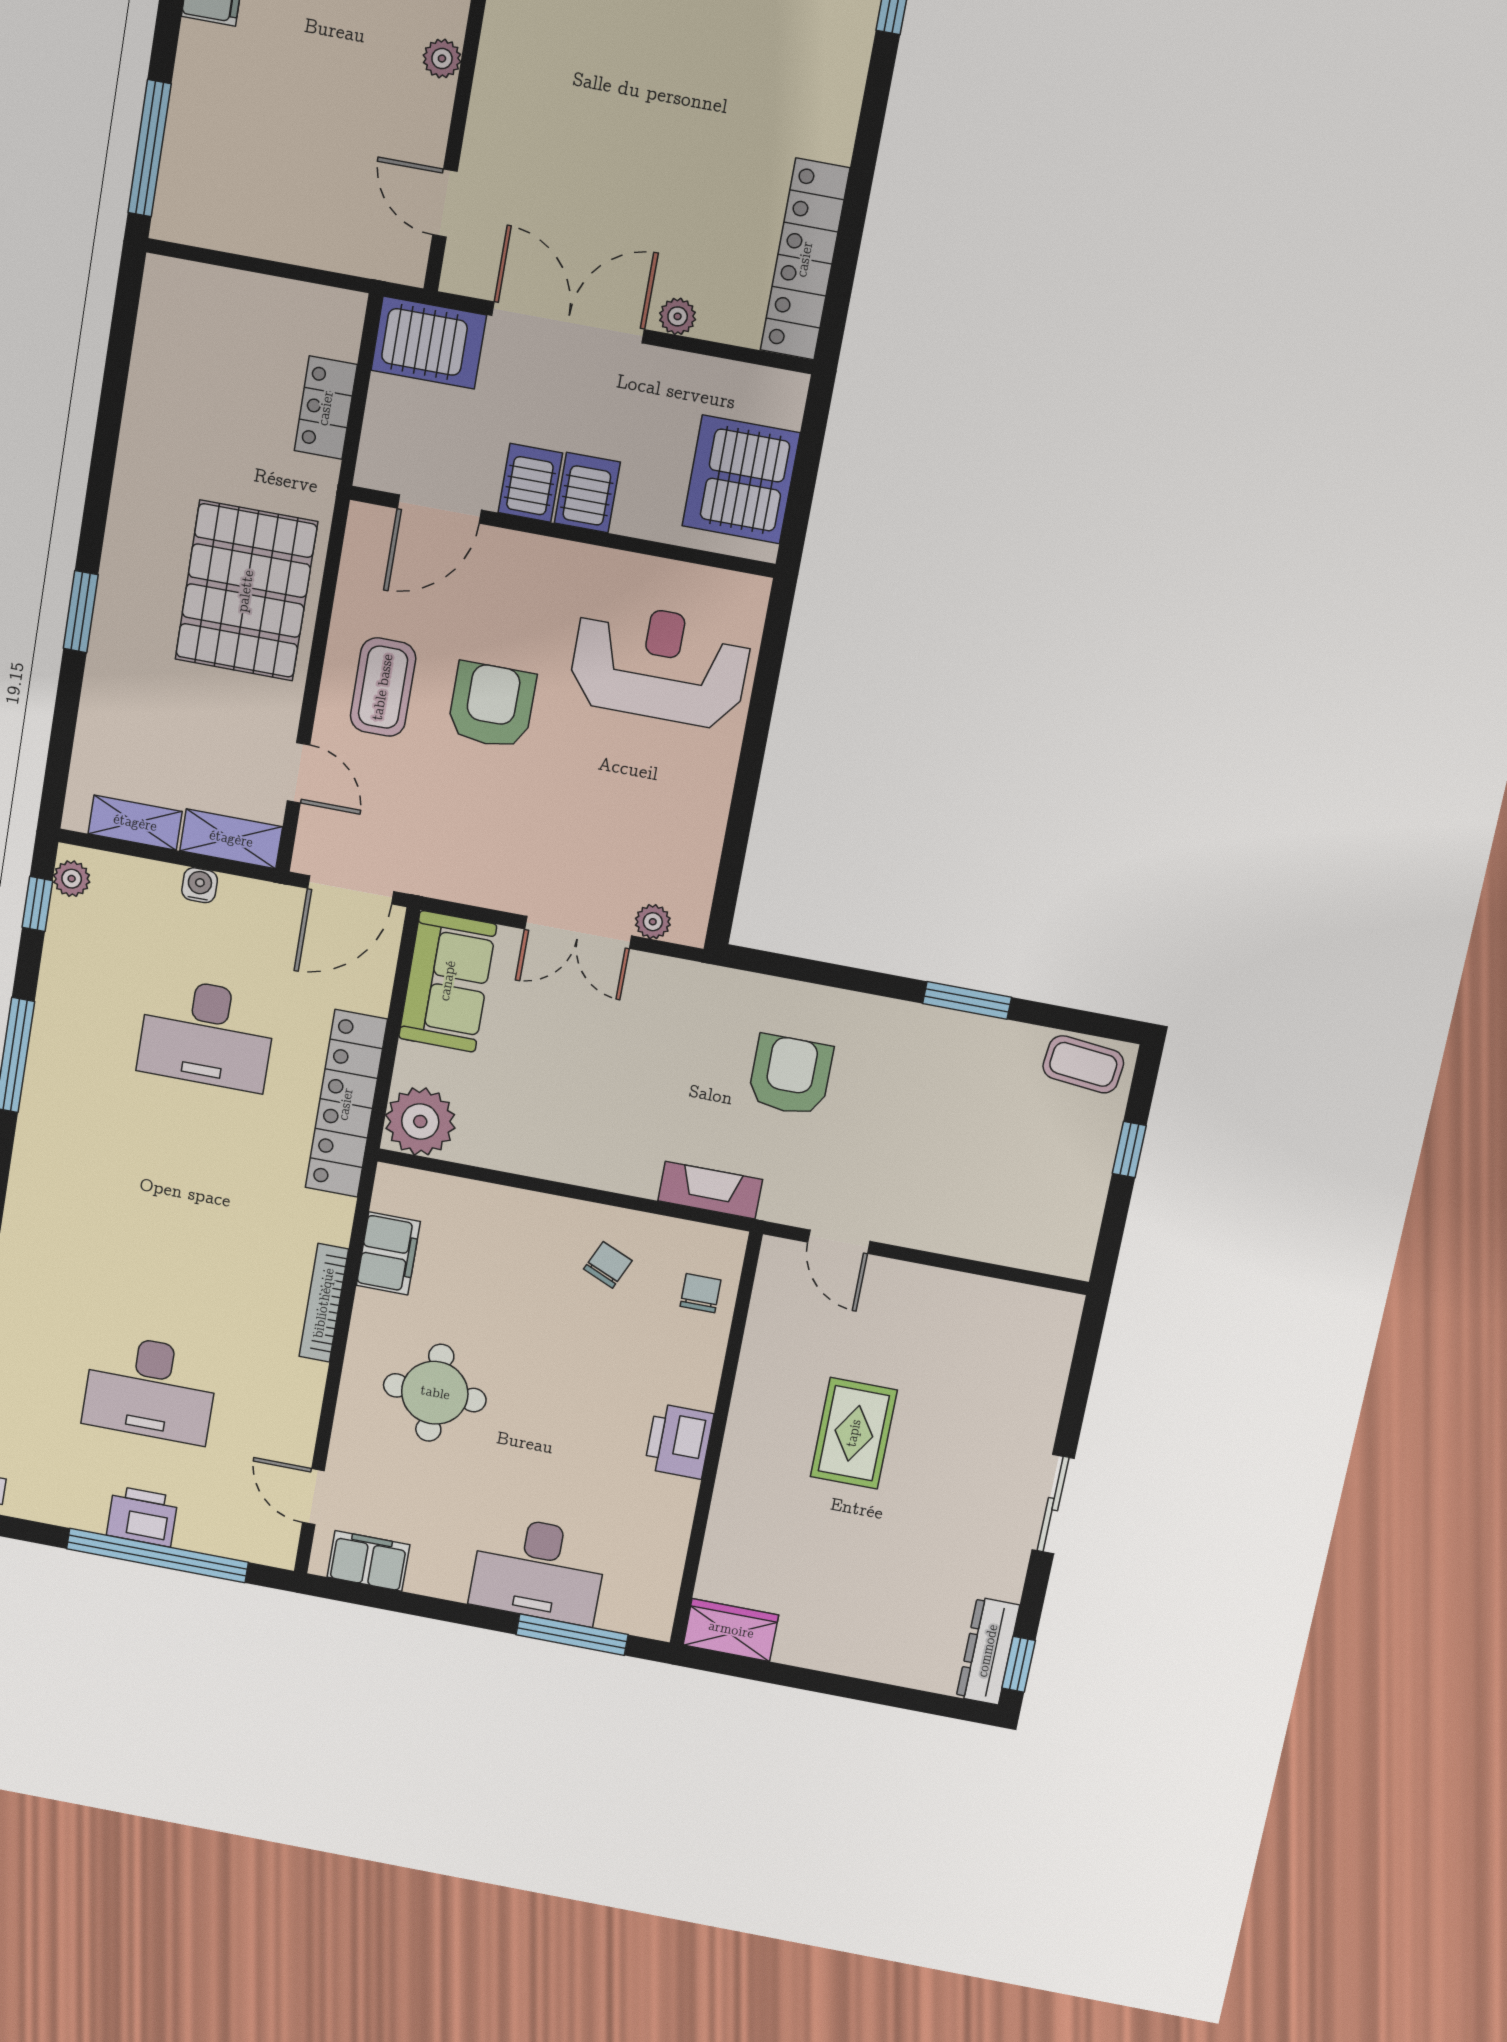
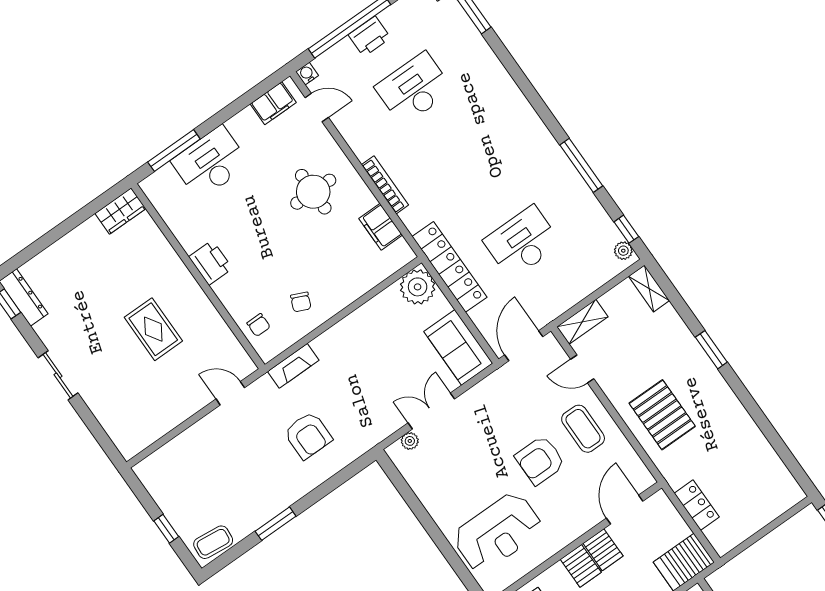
pallet: (246, 591) -> (662, 415), width x0.73, depth x0.71
armchair: (492, 705) -> (540, 460), turned 90
shelving: (135, 823) -> (649, 288), moved, turned 90
water cooler: (200, 885) -> (307, 74), moved, turned 180

